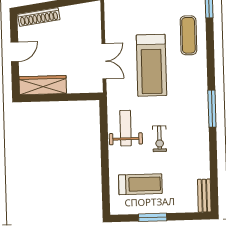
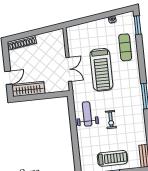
door: (15, 52) -> (8, 78), moved
treadmill: (140, 184) -> (112, 158), moved

